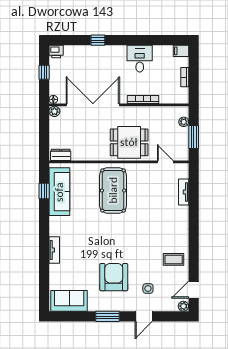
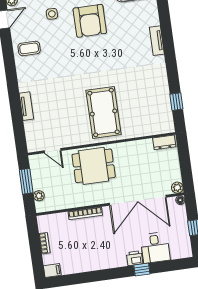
printer: (56, 52) -> (135, 258), moved
desk: (140, 59) -> (155, 248), moved
sofa: (59, 192) -> (160, 103), removed
tv unit: (184, 192) -> (26, 106), moved

